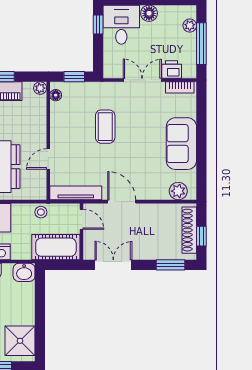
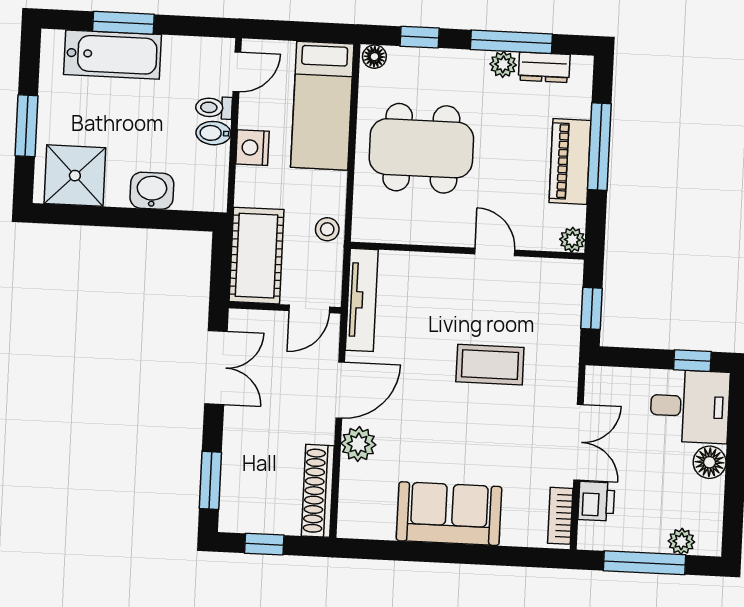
floor lamp: (56, 95) -> (557, 270), removed
door: (48, 159) -> (495, 252), moved
plant: (178, 191) -> (358, 444), moved
shoe rack: (189, 230) -> (318, 491), moved, turned -90
washbasin: (24, 272) -> (152, 191), moved, turned 90

